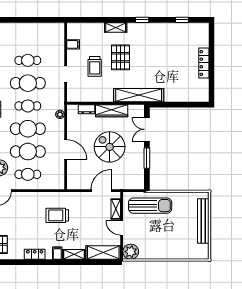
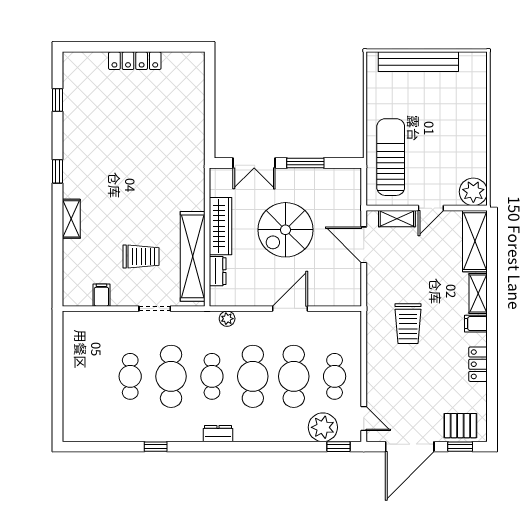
pallet: (120, 57) -> (125, 210), removed
shelving: (139, 95) -> (193, 256), moved

